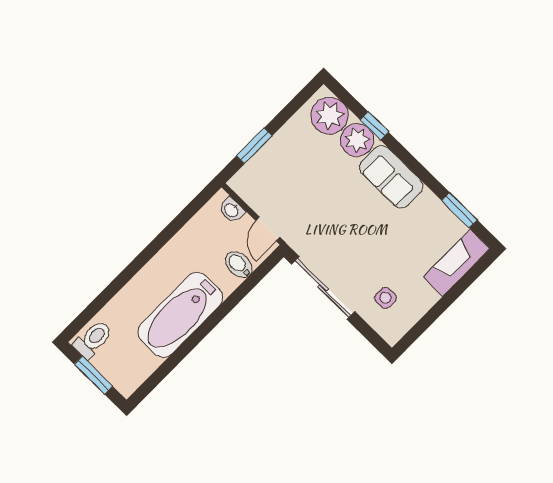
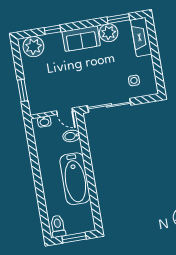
plant: (357, 140) -> (109, 33), moved

